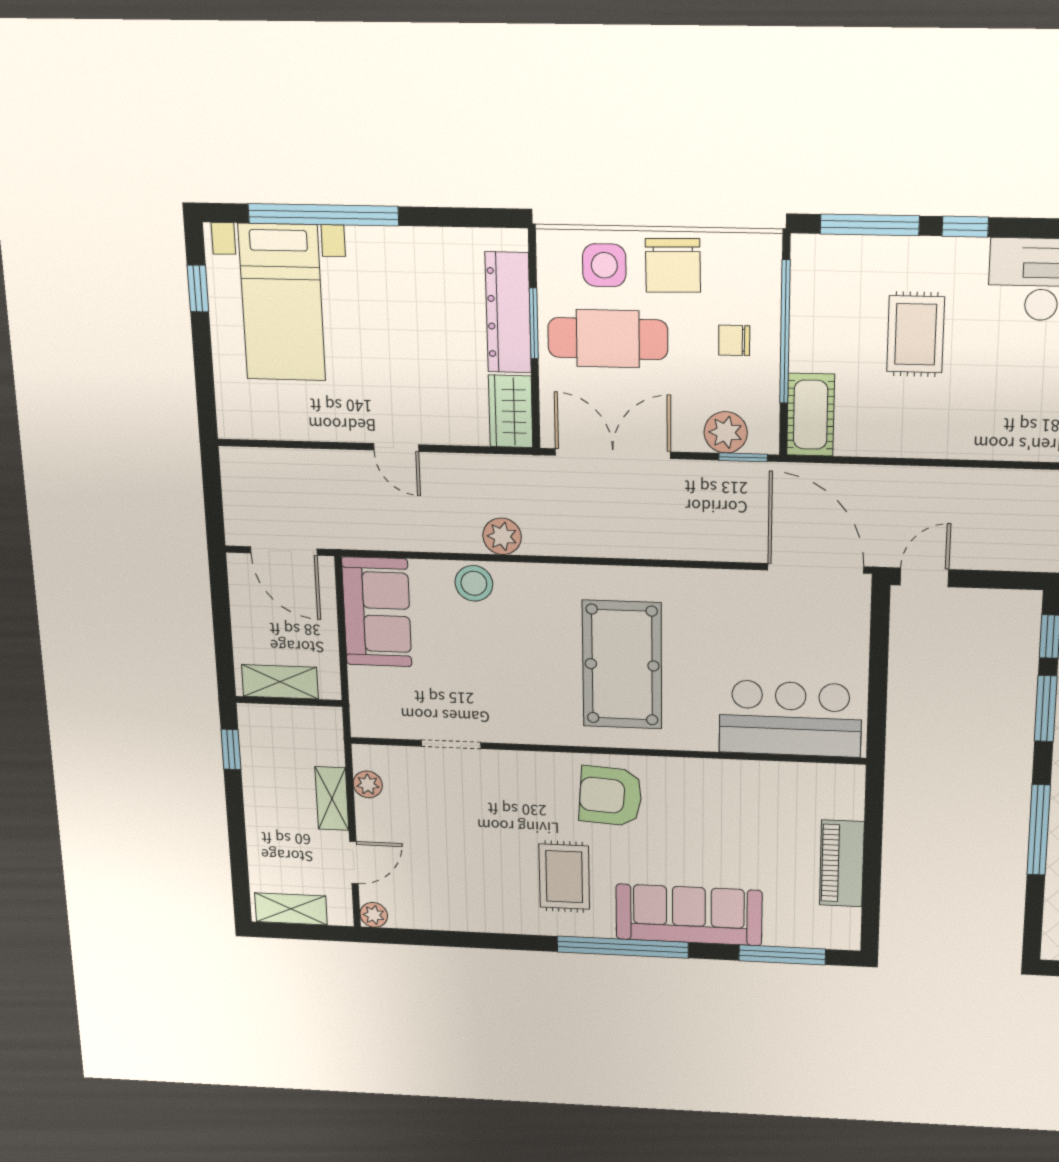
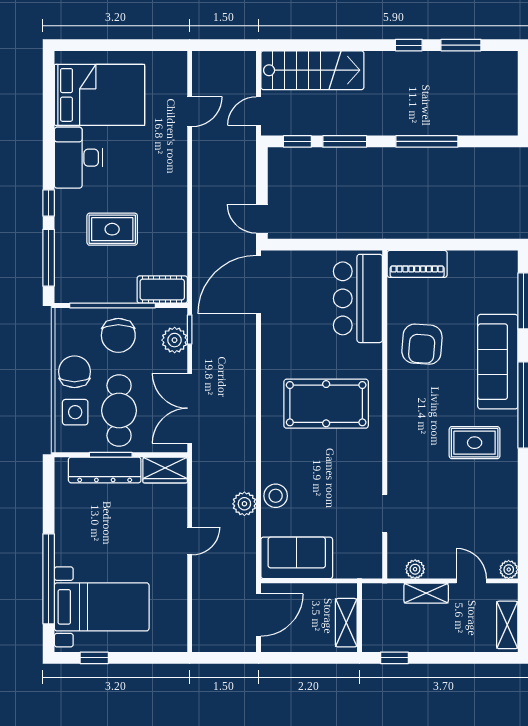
chair: (673, 266) -> (74, 372), turned -89
chair: (734, 340) -> (118, 335), width x1.87, depth x1.87
plant: (502, 536) -> (244, 504), moved
armchair: (611, 796) -> (422, 344), moved
piano: (842, 863) -> (417, 264), moved

